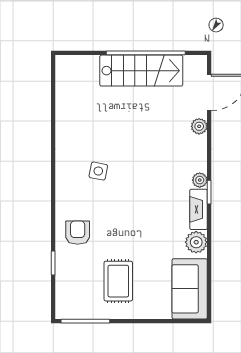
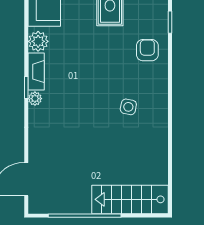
stairs: (141, 71) -> (130, 199), moved
plant: (199, 126) -> (35, 148), removed
armchair: (78, 233) -> (147, 50), turned 180

